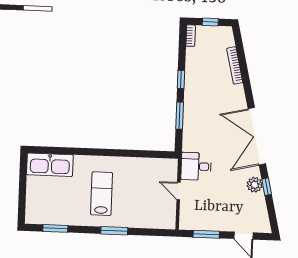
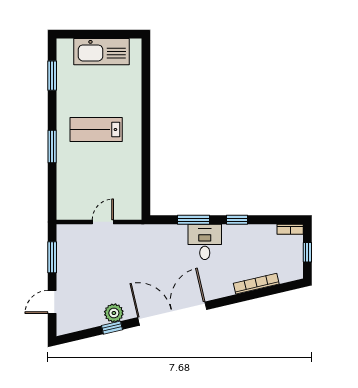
kitchen sink: (50, 165) -> (101, 52), moved, turned -90
desk: (196, 166) -> (205, 242), moved
lab bench: (102, 194) -> (96, 129), turned 180

